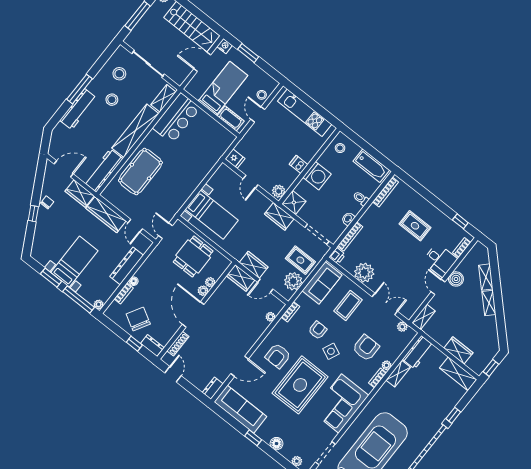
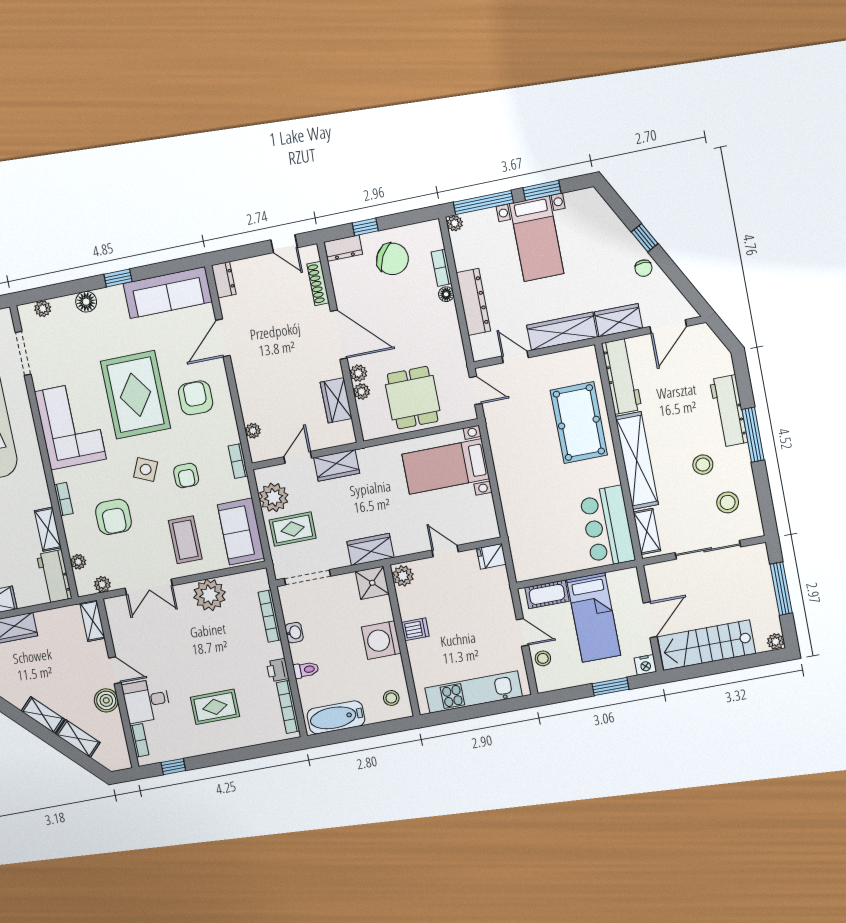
printer: (337, 256) -> (278, 670), moved
wardrobe: (241, 278) -> (336, 400), moved, turned -90
plant: (387, 365) -> (78, 562), moved

